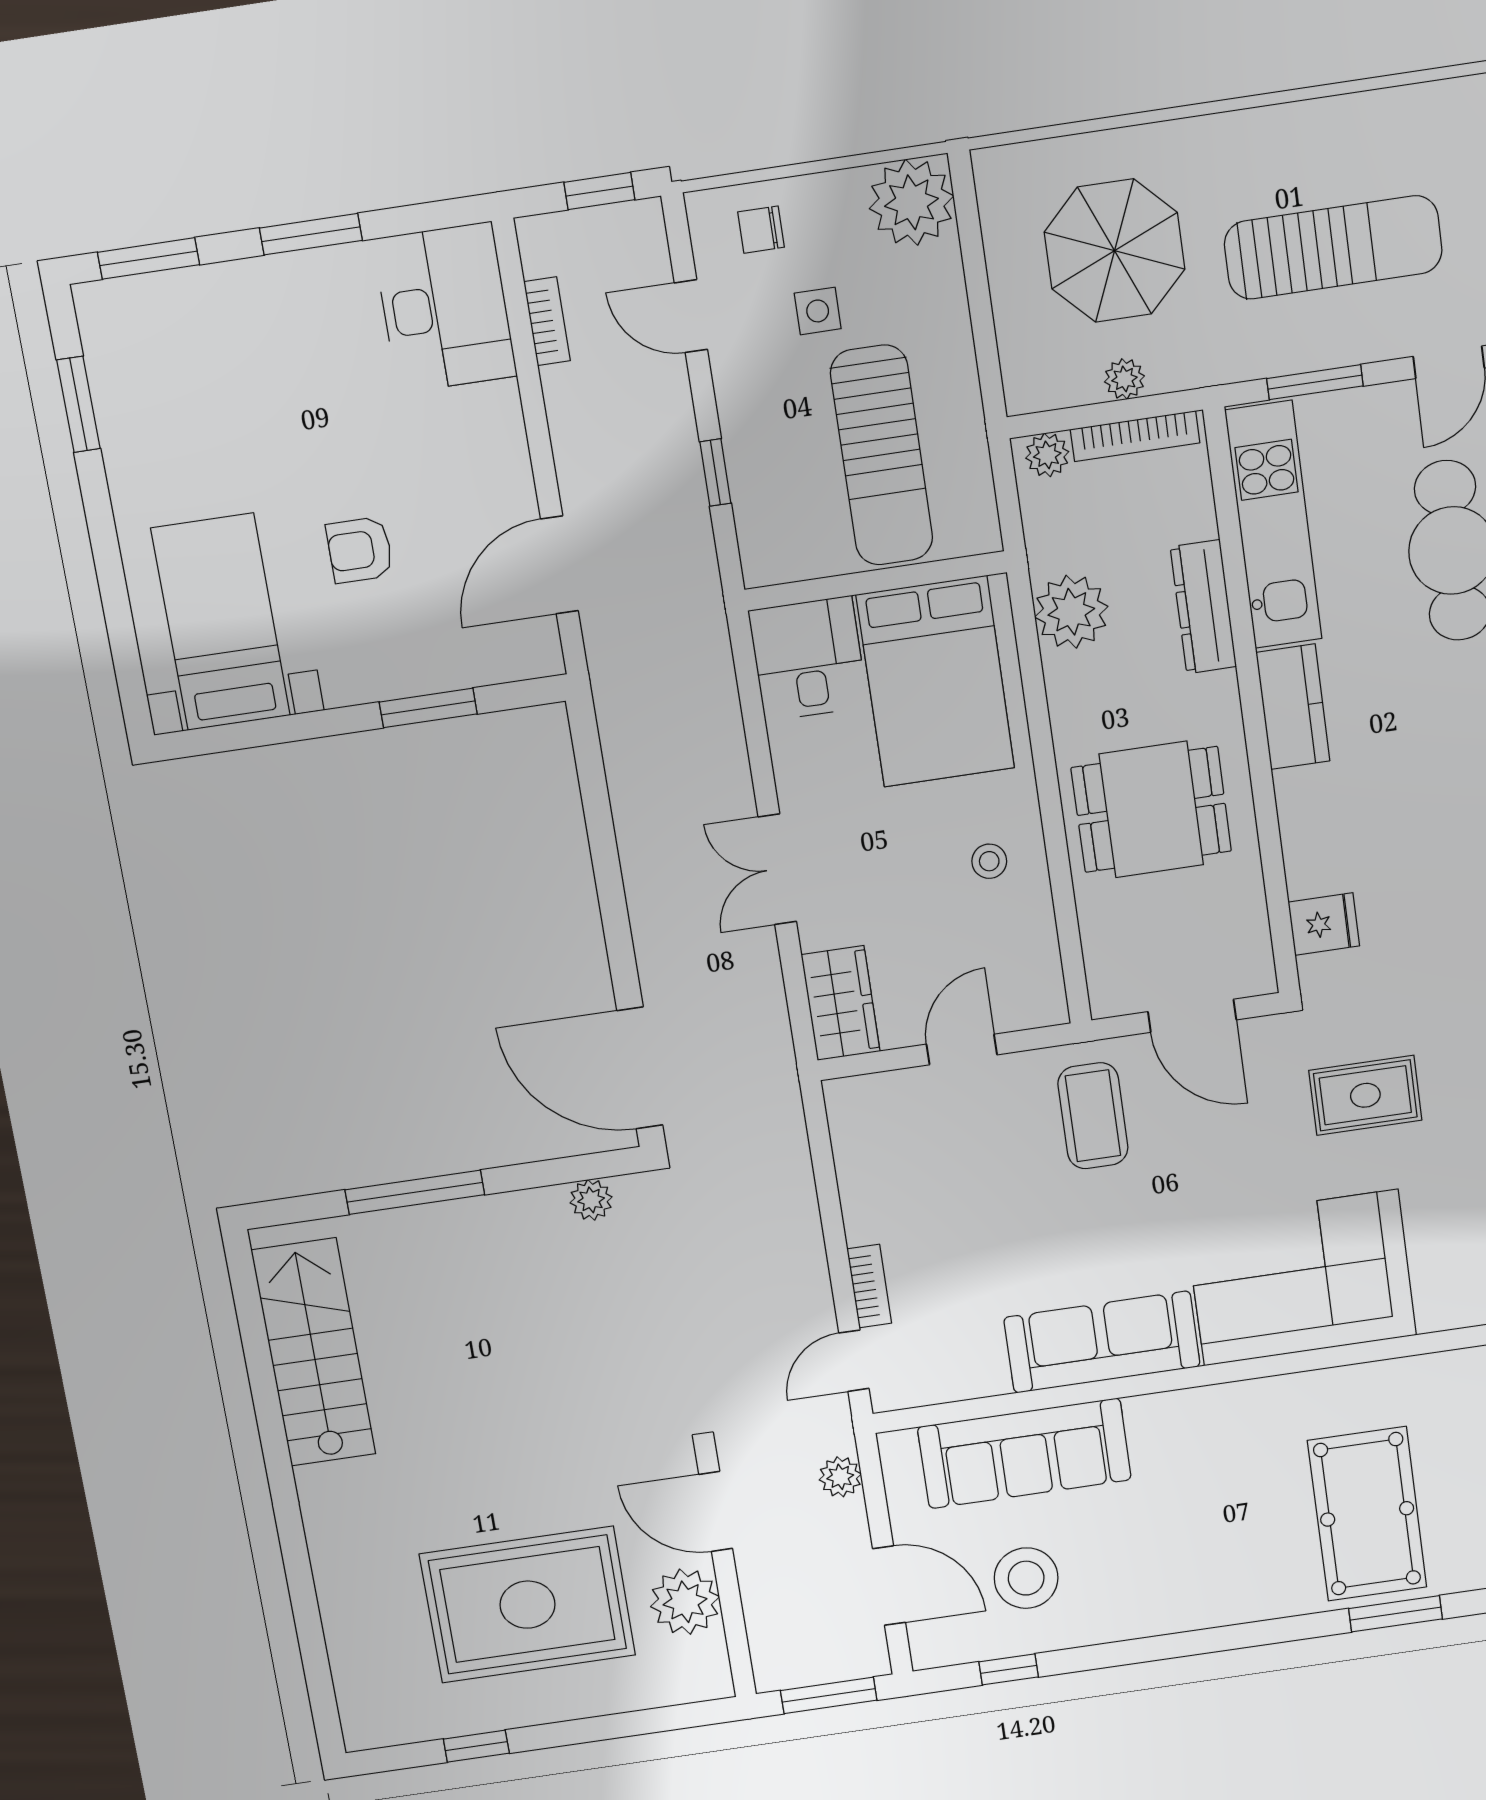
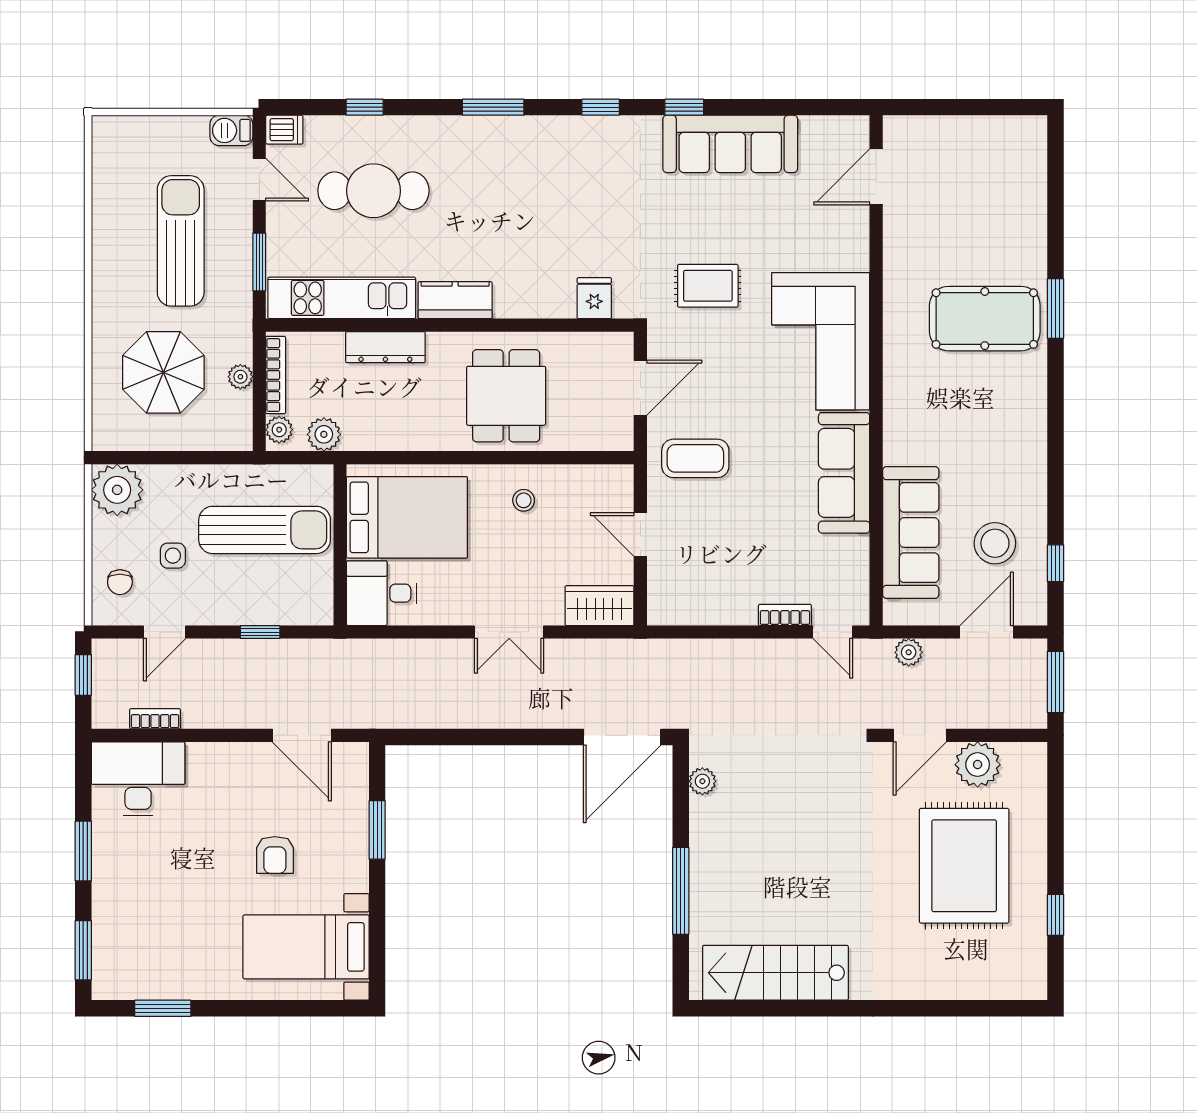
plant: (1071, 612) -> (324, 434), moved, width x0.73, depth x0.73
rug: (1365, 1095) -> (708, 286), turned 90

